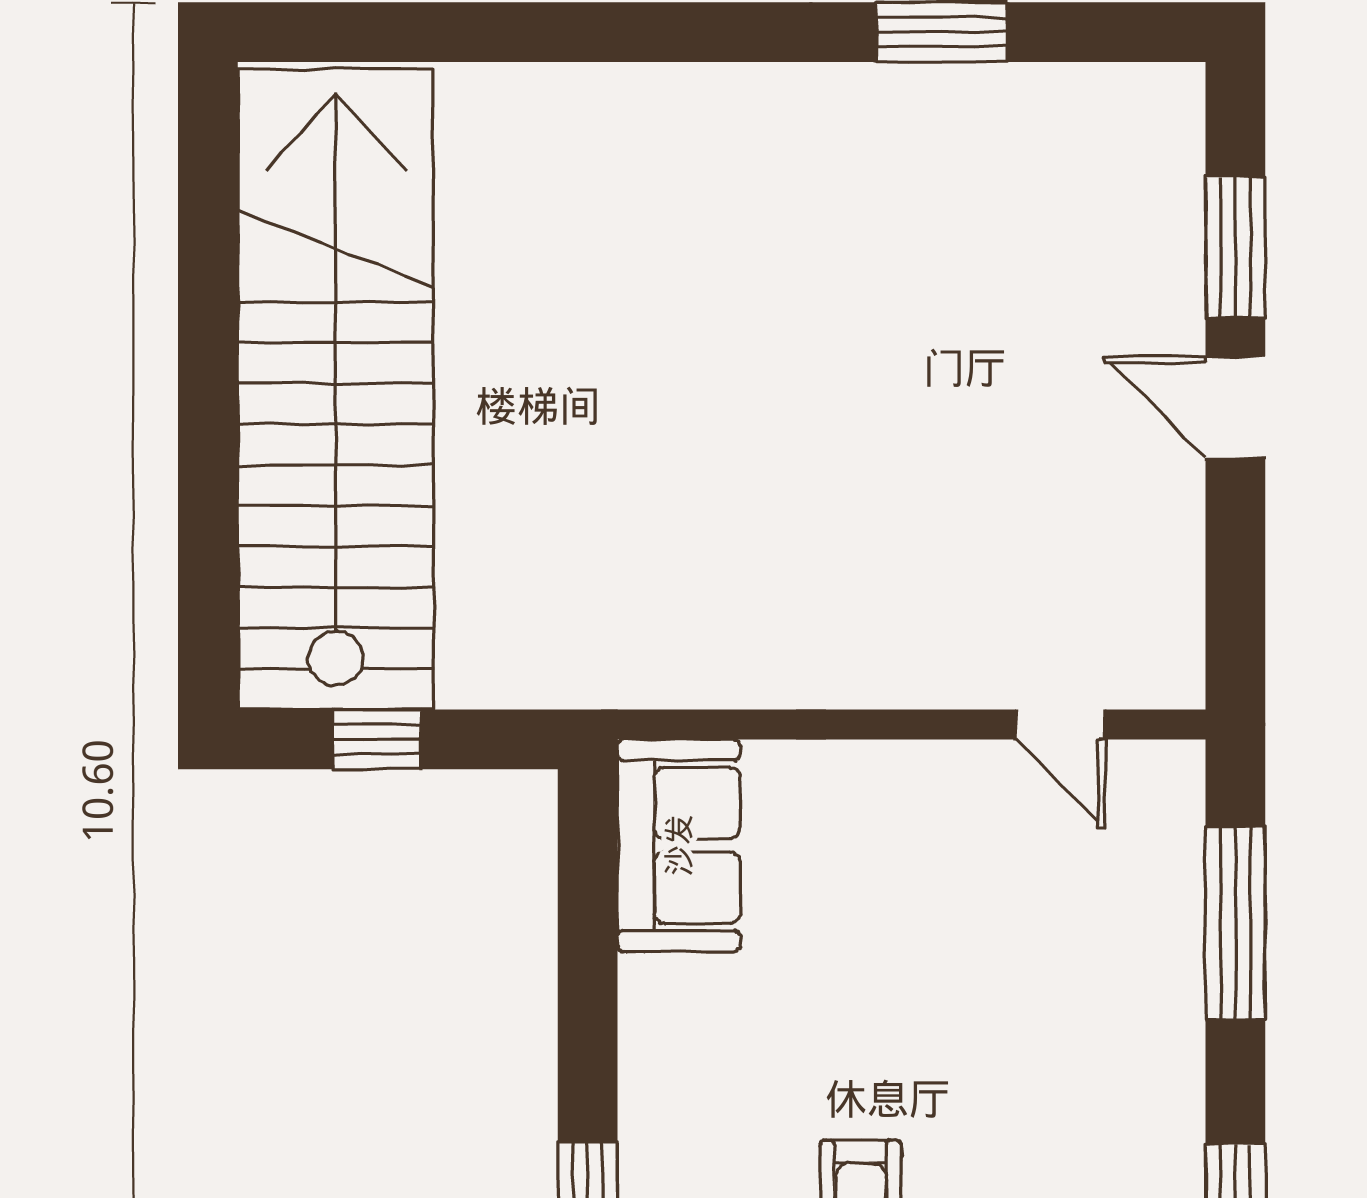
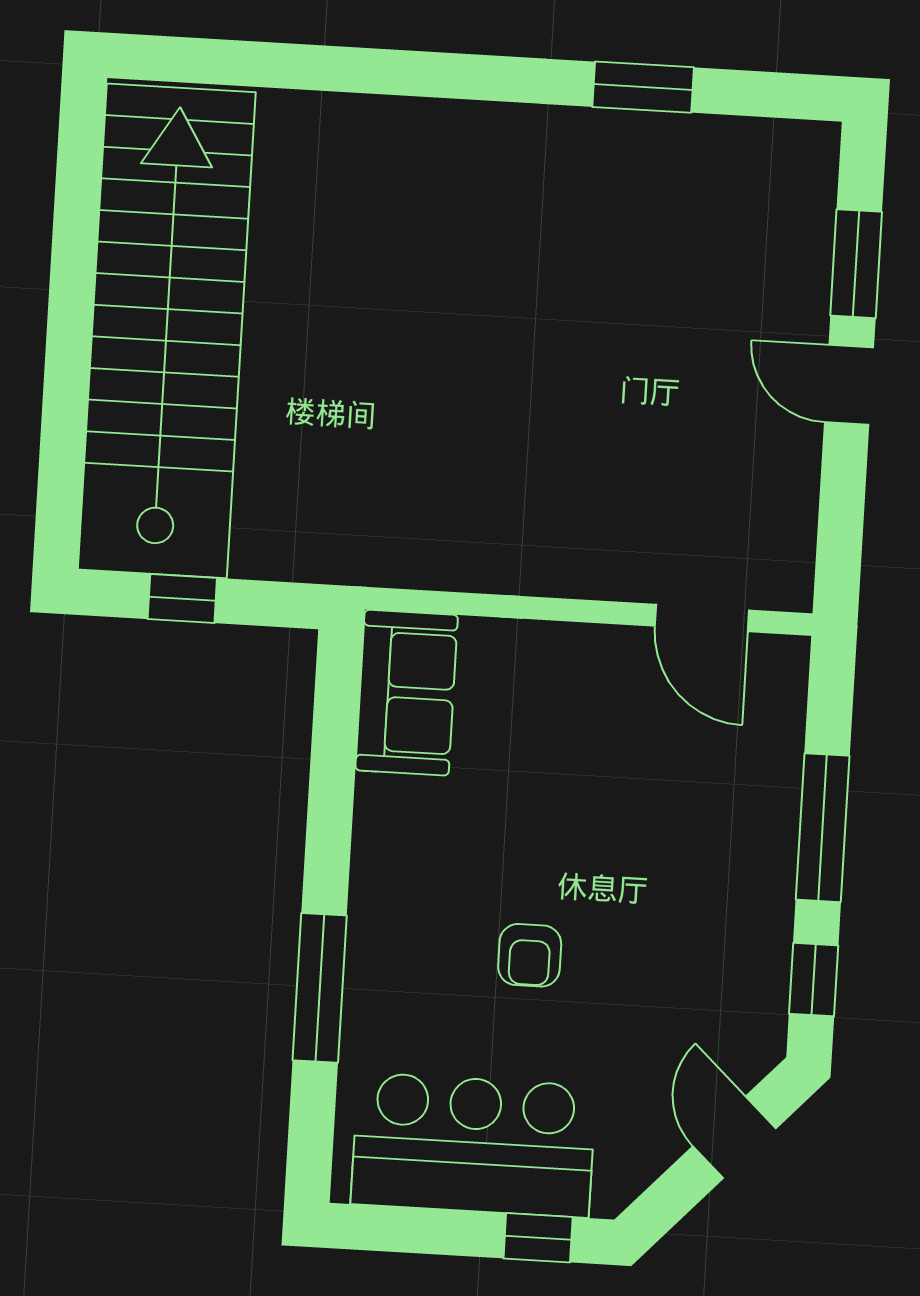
door: (1060, 724) -> (702, 618), width x1.38
window: (1235, 923) -> (823, 828), moved

